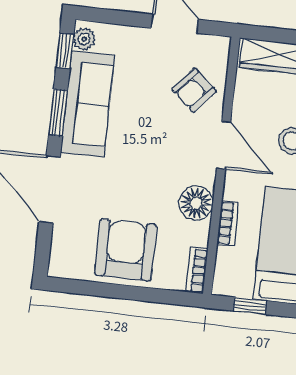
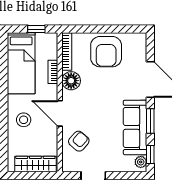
bookcase: (197, 271) -> (67, 51), width x1.56

